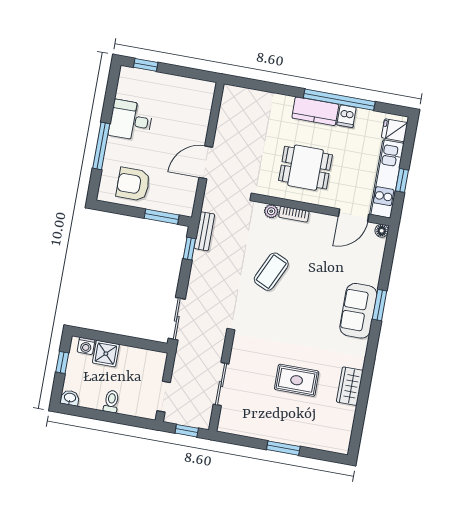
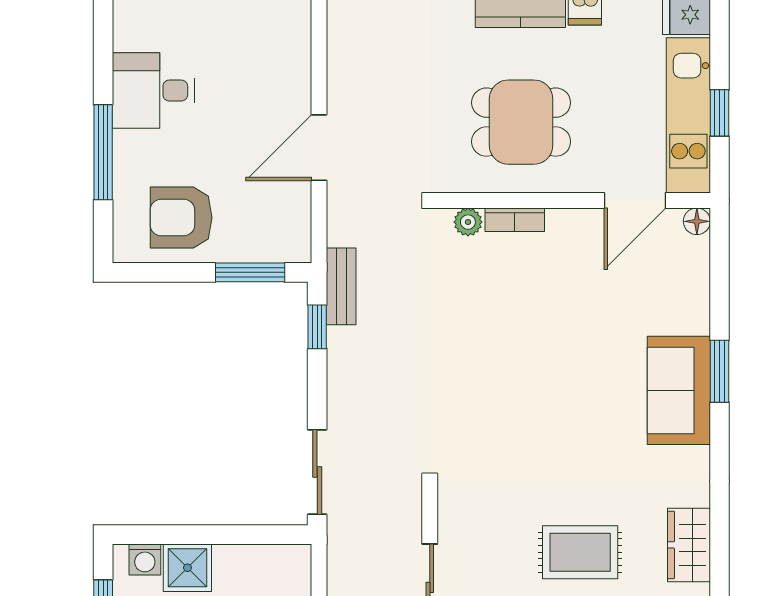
coffee table: (271, 272) -> (490, 343), removed

